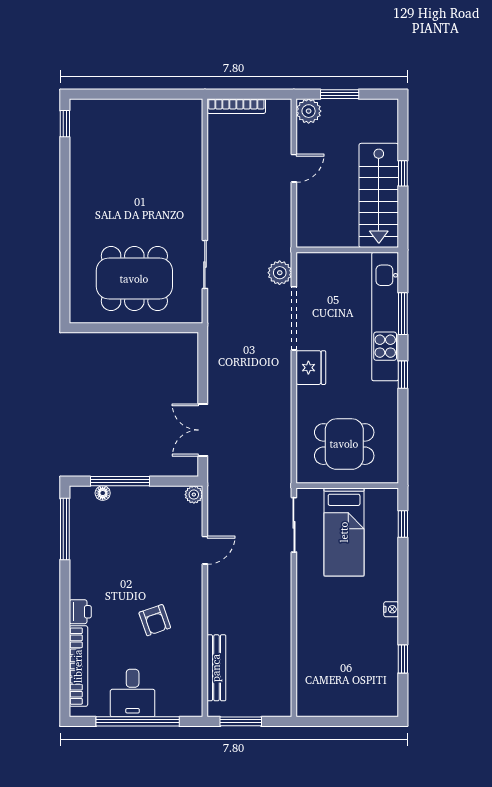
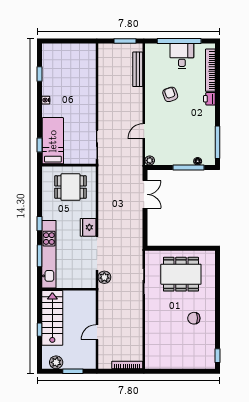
plant: (309, 111) -> (56, 362), moved
chair: (110, 195) -> (194, 318), added
bed: (344, 532) -> (53, 141), moved

